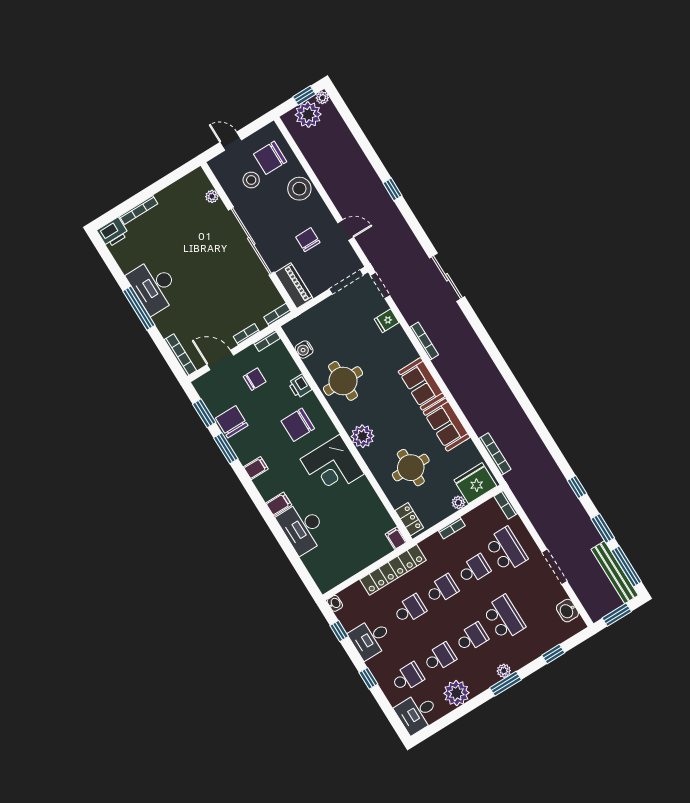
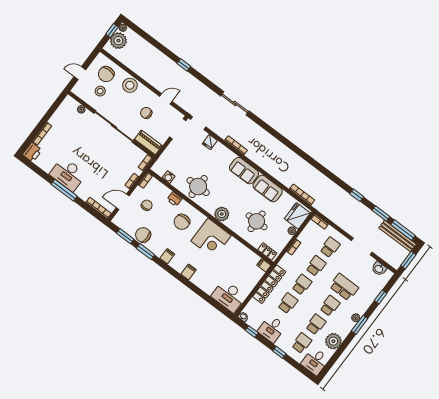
desk: (303, 528) -> (229, 296), moved
school desk: (506, 550) -> (330, 247), width x0.54

